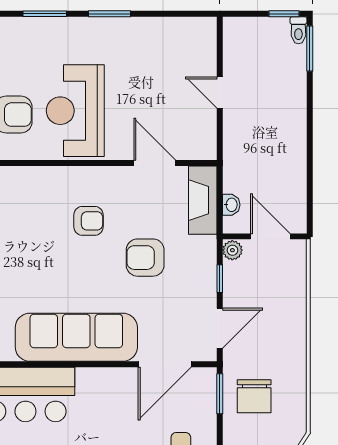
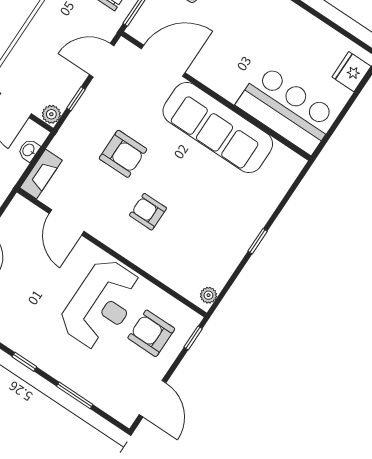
window: (110, 14) -> (24, 362), width x0.67
fireplace: (203, 200) -> (41, 174), width x0.73, depth x0.76

